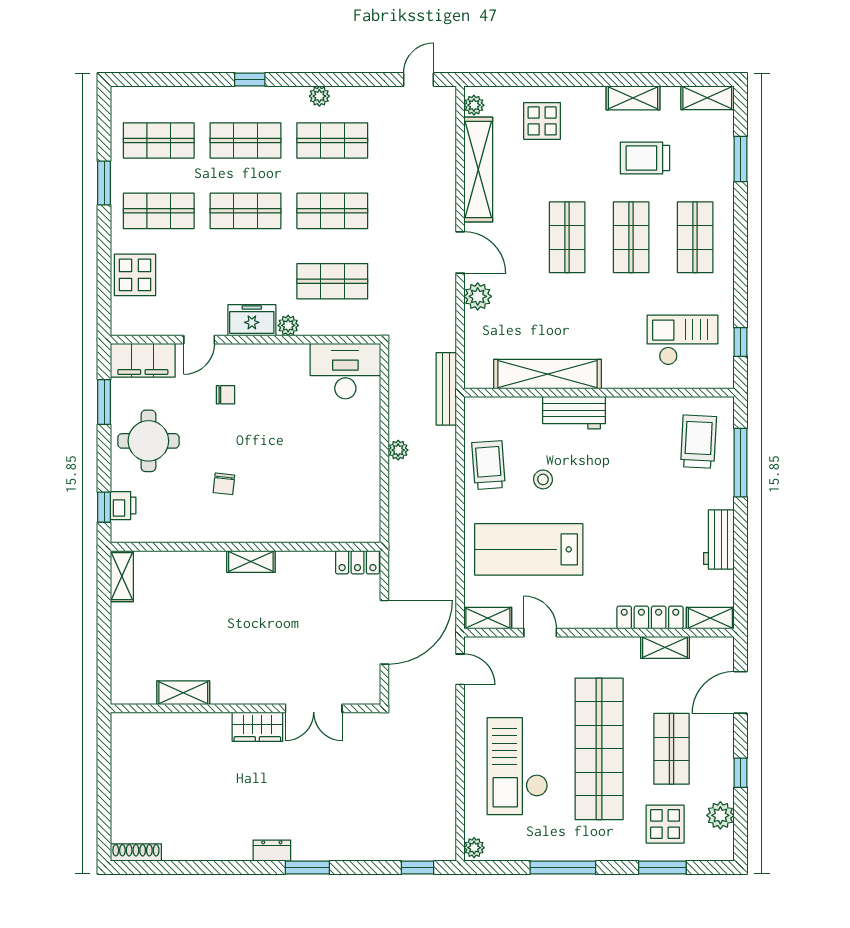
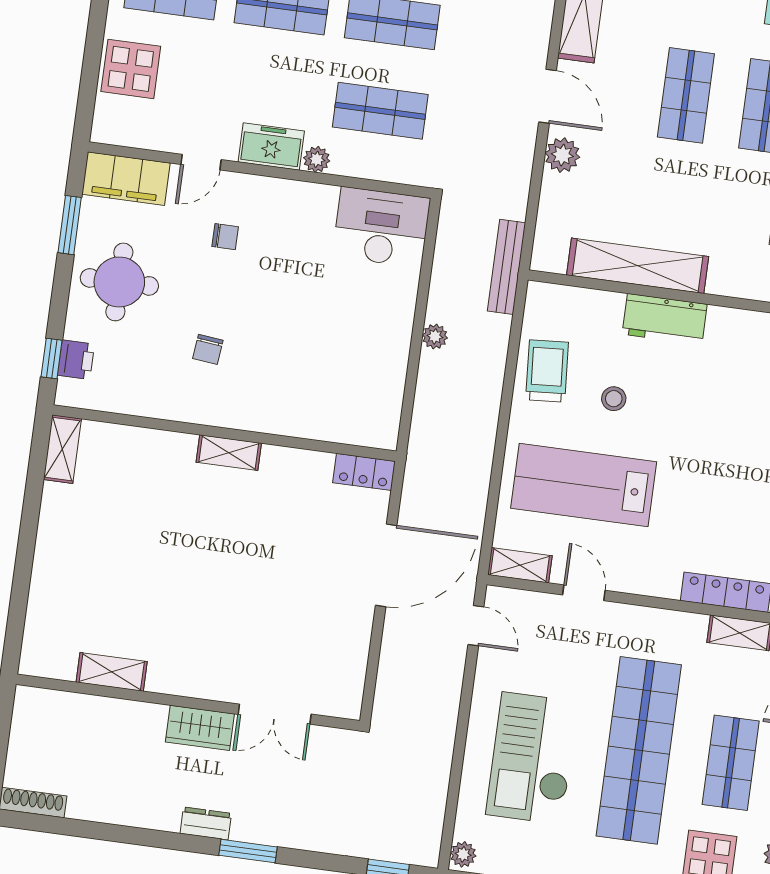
shelving: (183, 693) -> (112, 672), moved
wall: (245, 708) -> (188, 702), moved
double door: (314, 708) -> (275, 714), moved
wardrobe: (257, 727) -> (200, 728), moved

